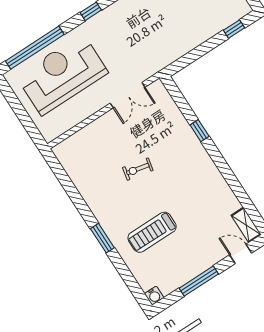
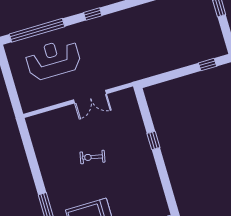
reception desk: (62, 74) -> (53, 59), width x0.74, depth x0.77
double door: (128, 95) -> (90, 97), moved

